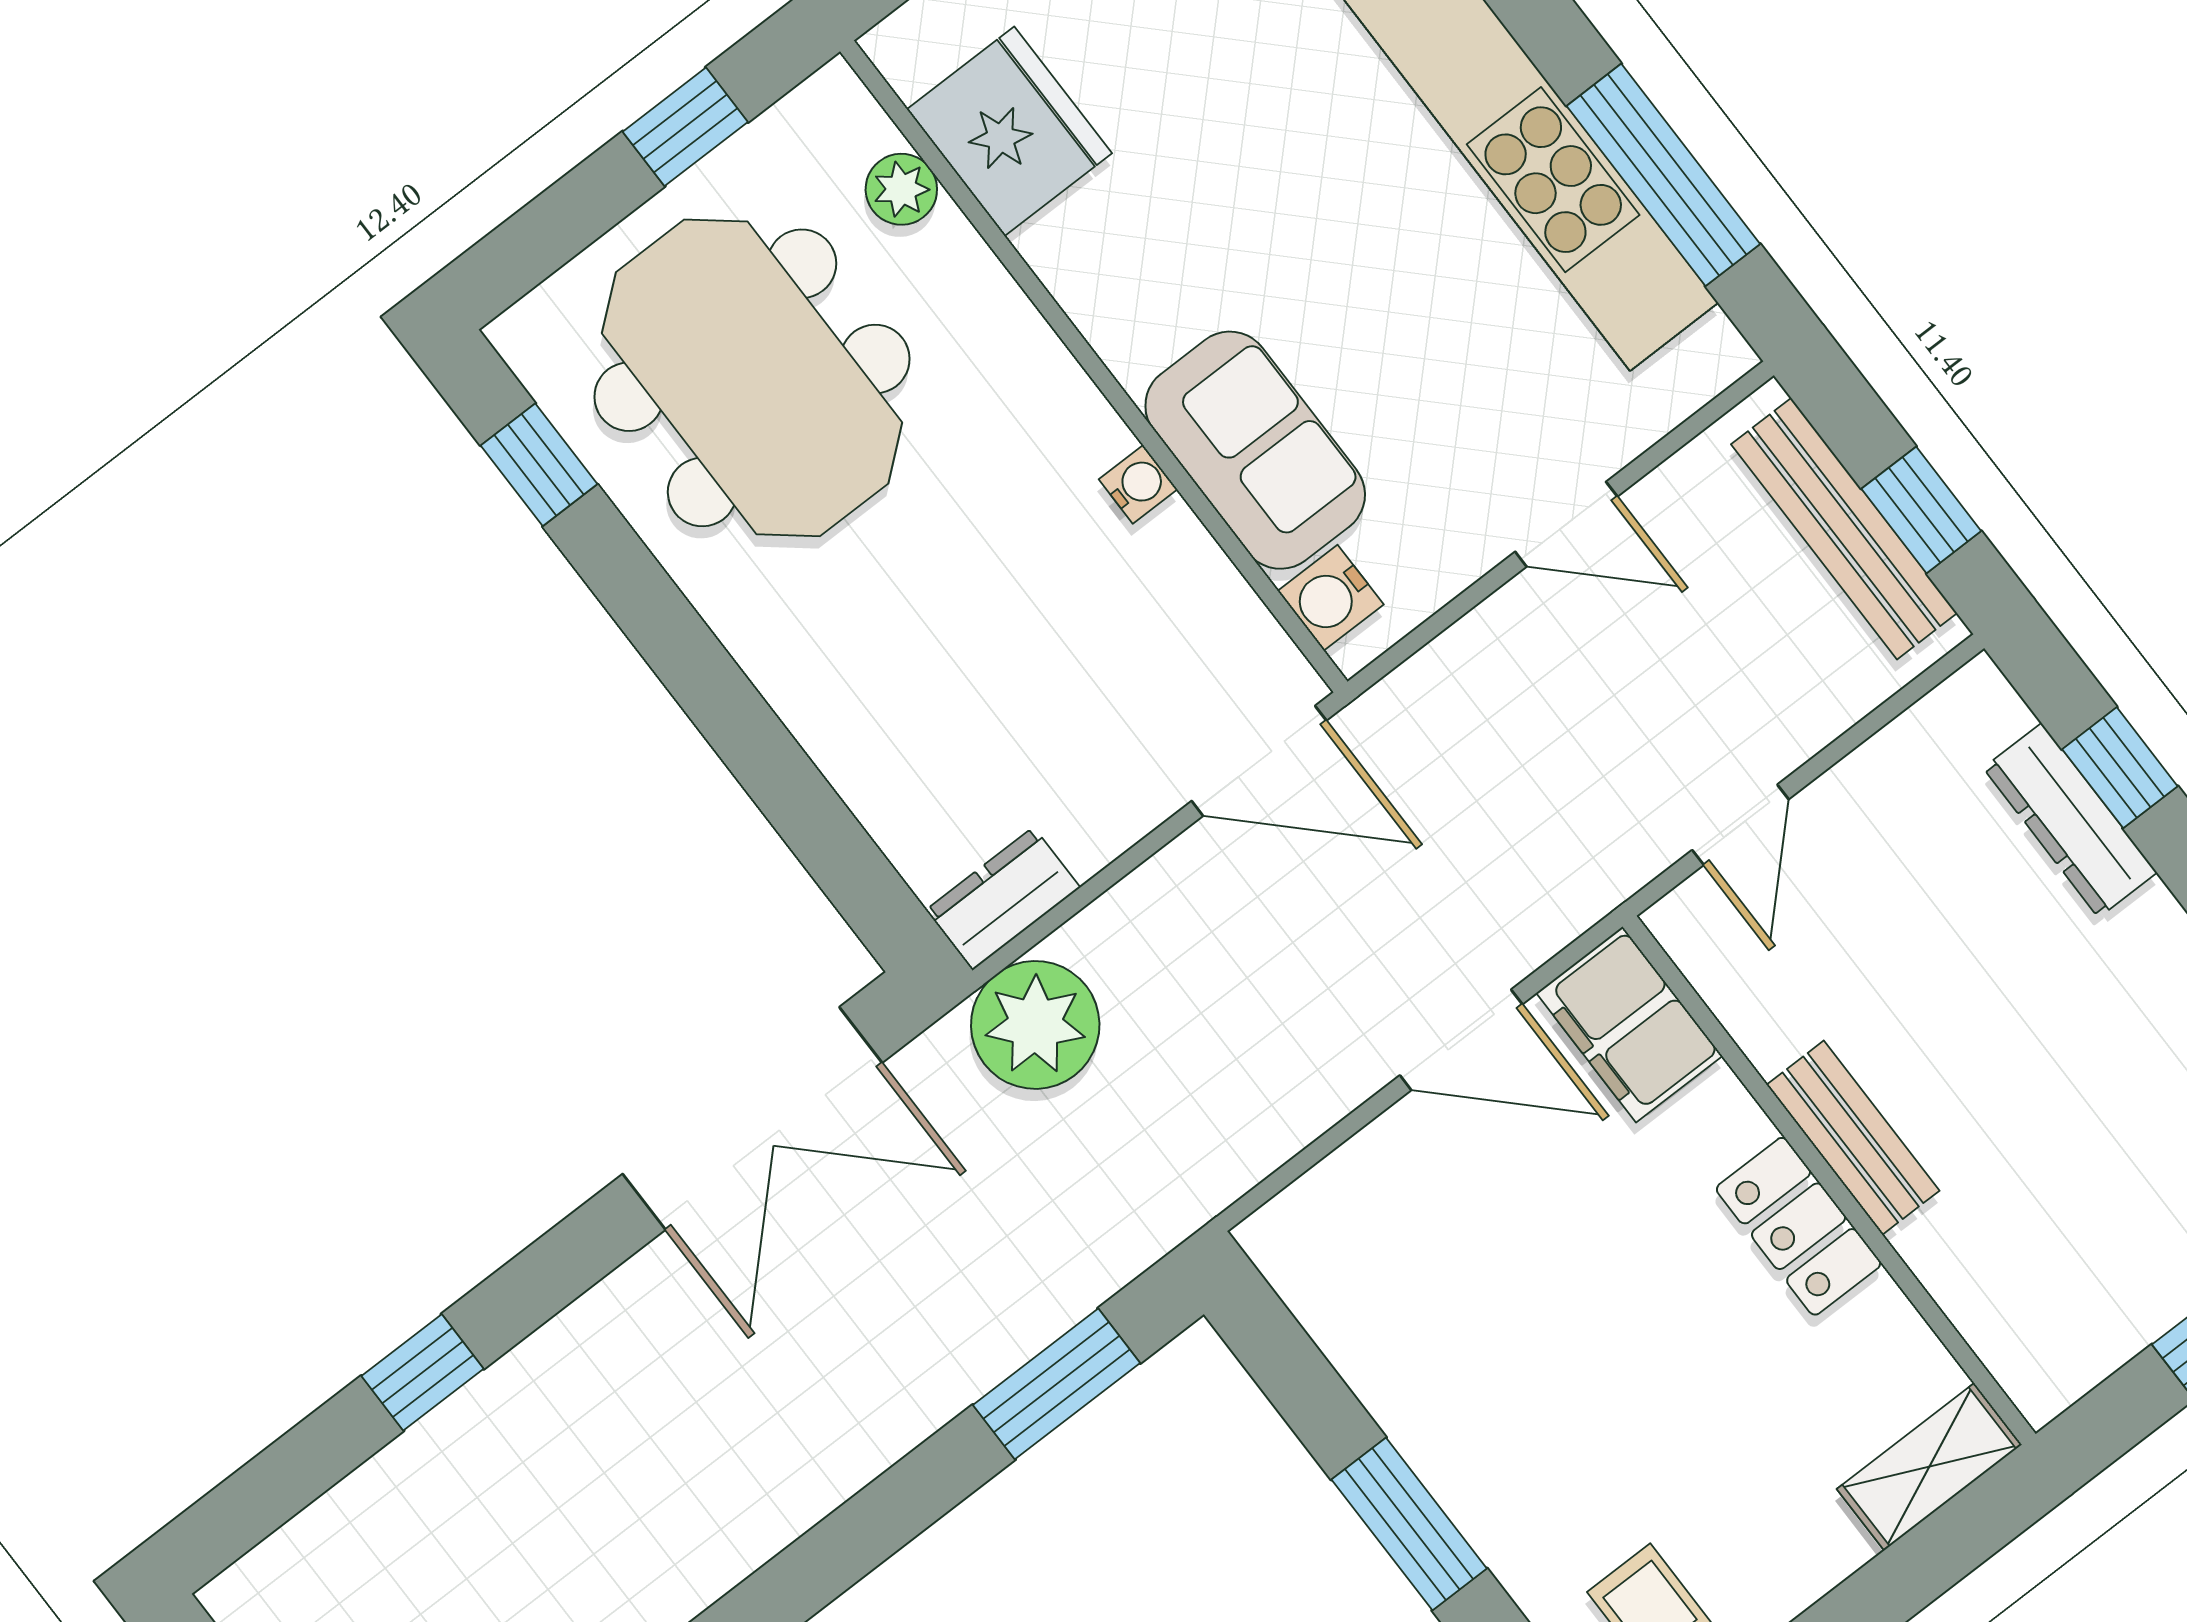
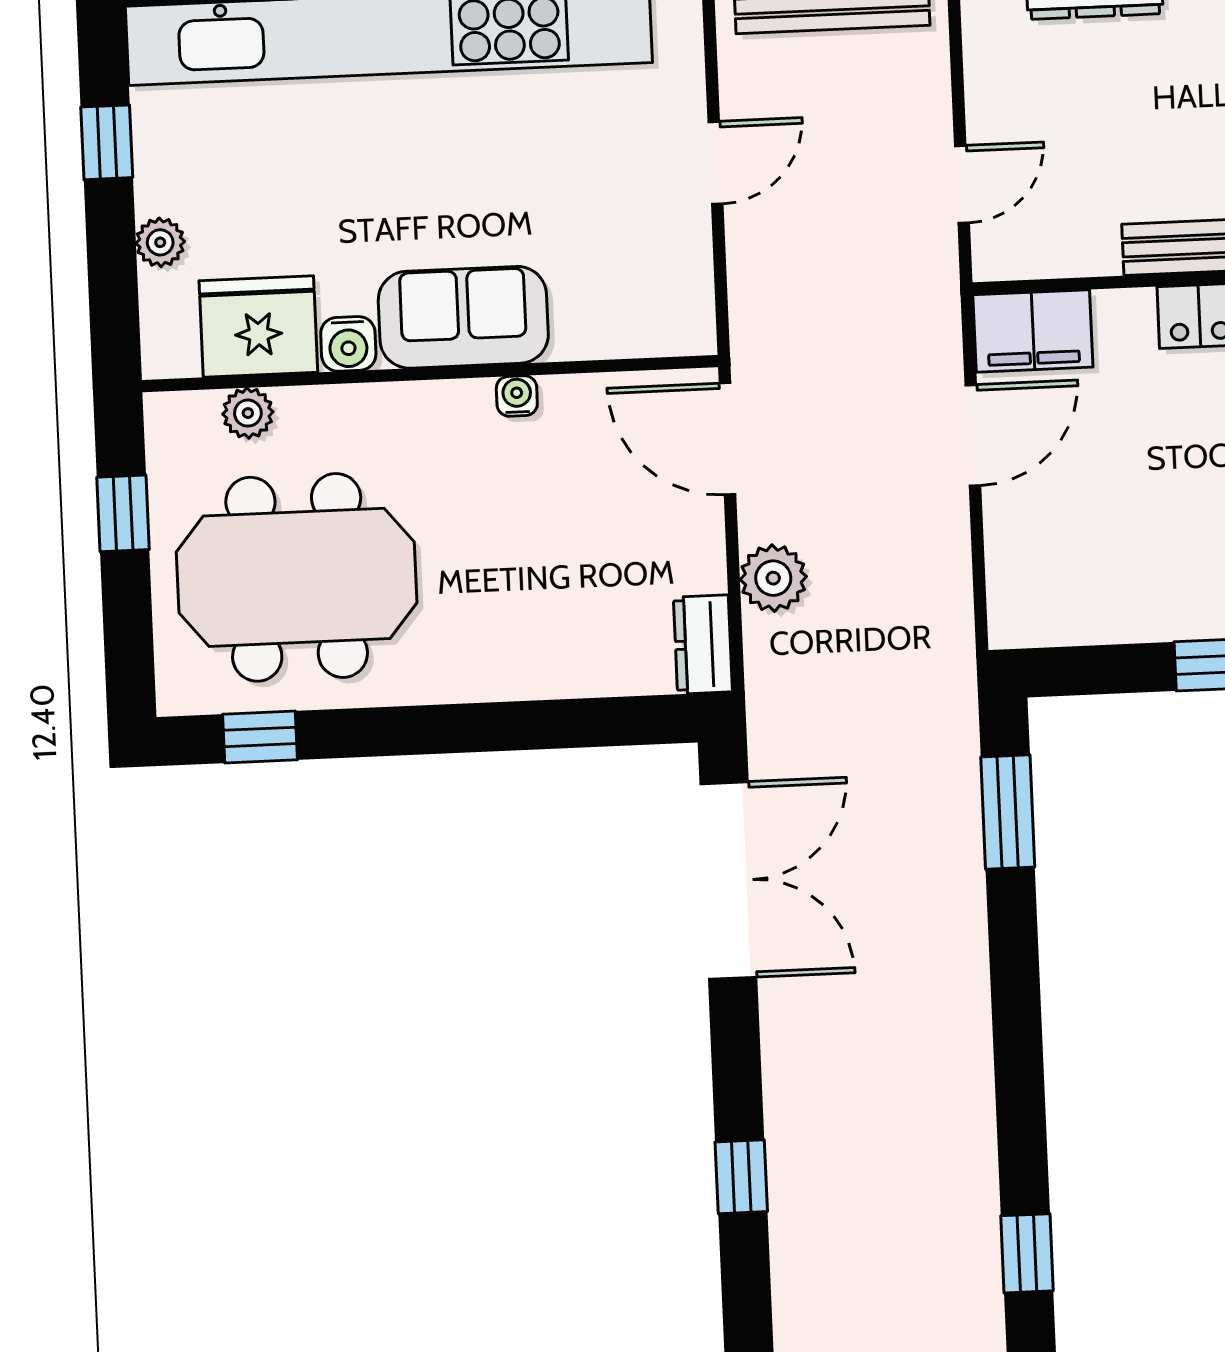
sofa: (1255, 450) -> (463, 317), moved
water cooler: (1331, 598) -> (348, 344), moved
door: (1259, 761) -> (727, 439), swing flipped
door: (1740, 825) -> (962, 184), hinge flipped
plant: (1035, 1025) -> (773, 578), moved, width x0.73, depth x0.73

